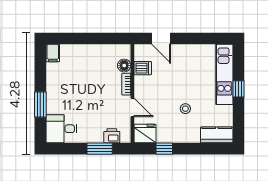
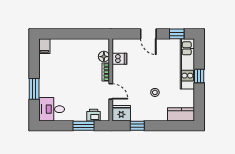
door: (161, 38) -> (148, 34), moved
window: (211, 38) -> (177, 34), added

